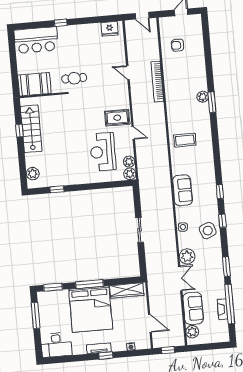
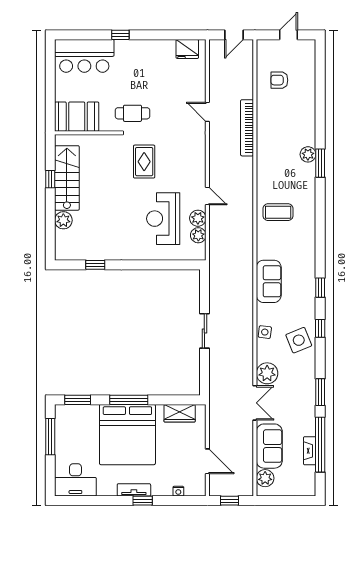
door: (142, 16) -> (234, 35), hinge flipped
rug: (117, 118) -> (144, 162), moved, turned 90
plant: (33, 174) -> (63, 220), moved
plant: (130, 174) -> (198, 218), moved
wardrobe: (127, 290) -> (180, 413), width x0.67

